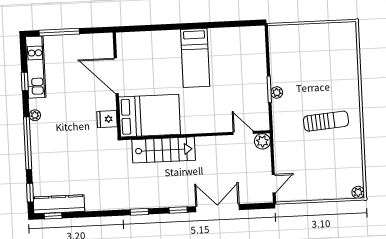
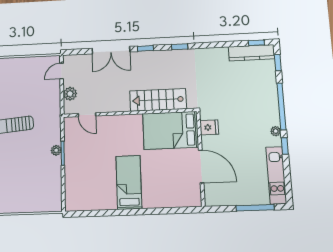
window: (25, 81) -> (285, 146), moved
plant: (262, 141) -> (70, 94), moved

